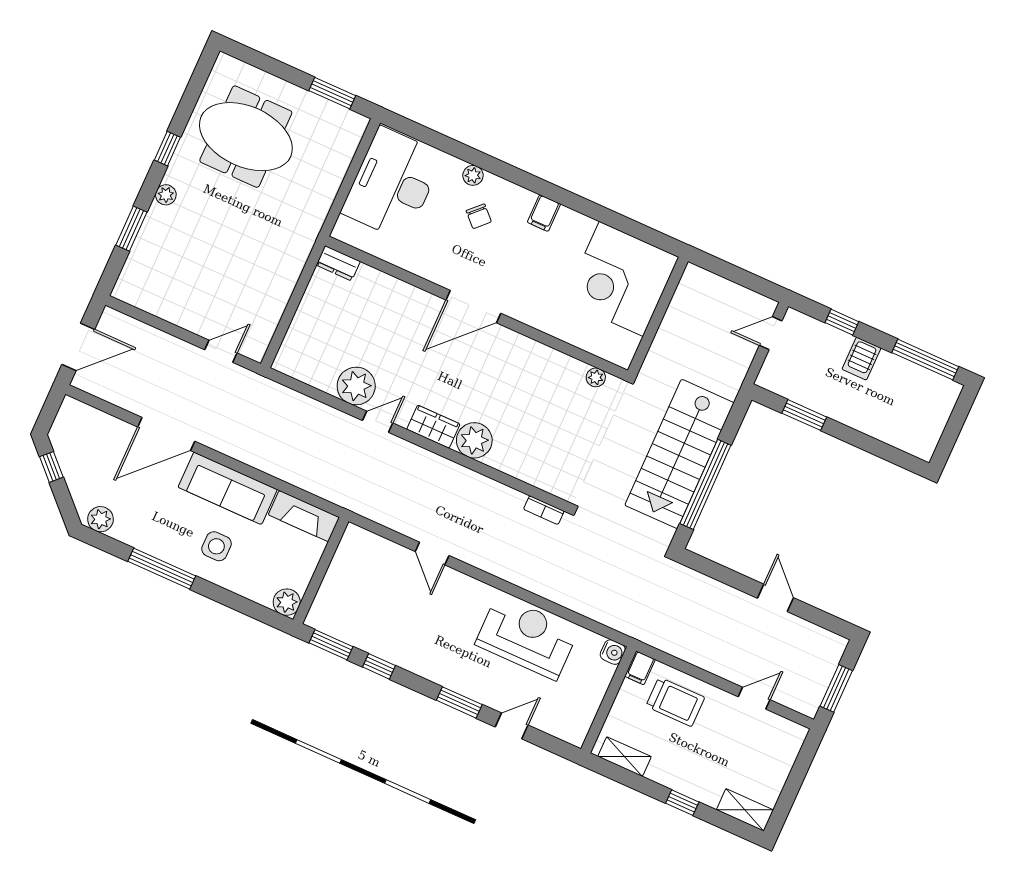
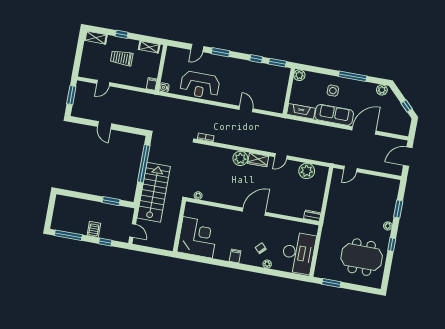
door: (771, 333) -> (133, 230), hinge flipped
plant: (356, 386) -> (307, 171), moved
stairs: (679, 454) -> (154, 192), moved
trolley: (675, 702) -> (122, 58), moved

